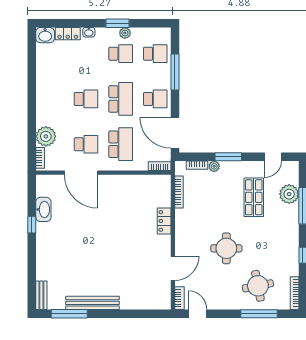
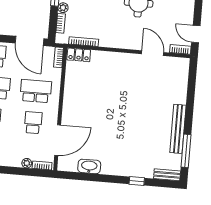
door: (175, 133) -> (29, 41), hinge flipped
plant: (46, 136) -> (27, 163), width x0.53, depth x0.53
door: (81, 173) -> (58, 140), moved
locker: (164, 221) -> (79, 55), moved
window: (32, 225) -> (137, 181), moved
door: (198, 314) -> (196, 34), hinge flipped

